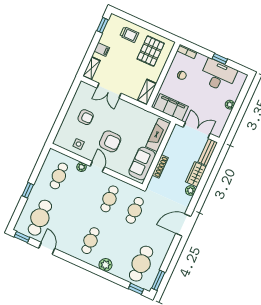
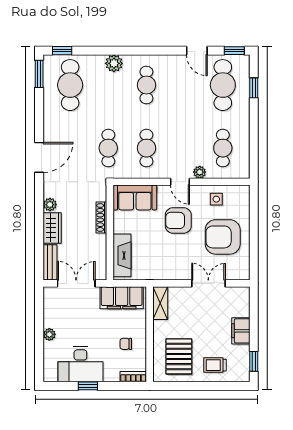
filing cabinet: (102, 49) -> (241, 331), width x2.00
shelving: (91, 68) -> (243, 301), removed
armchair: (86, 117) -> (223, 237), width x1.88, depth x1.88
double door: (197, 130) -> (76, 283), swing flipped
sofa: (142, 163) -> (135, 197), moved, turned 90
window: (28, 190) -> (254, 88), moved

